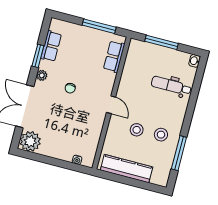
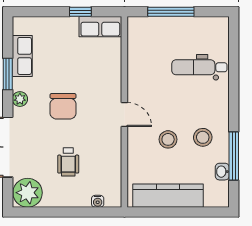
window: (99, 26) -> (80, 12), width x0.46
row of seats: (114, 57) -> (100, 27), moved, turned -90
washbasin: (195, 61) -> (222, 172), moved
chair: (70, 88) -> (63, 106), width x1.87, depth x1.87
wheelchair: (64, 127) -> (68, 162), added

